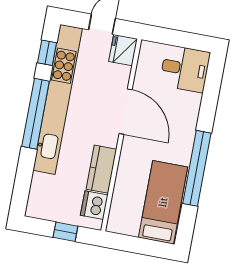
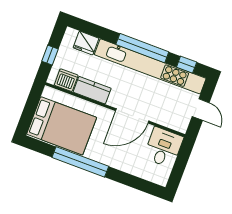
fridge: (123, 50) -> (86, 43), moved, turned 180
desk: (185, 69) -> (163, 147), moved, turned 180
bed: (163, 202) -> (62, 126), width x1.50

